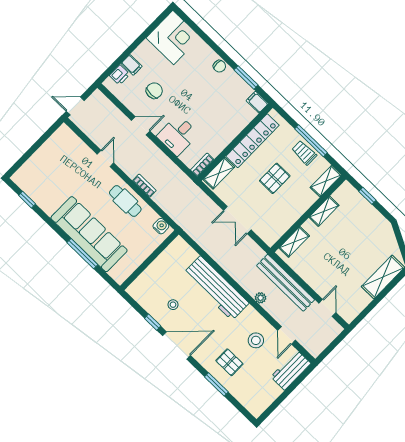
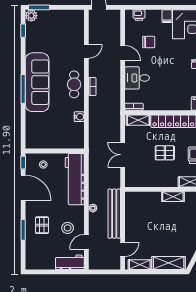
filing cabinet: (132, 65) -> (167, 16), moved
window: (20, 163) -> (39, 7), added
plant: (20, 178) -> (31, 16), added
shelving: (294, 242) -> (140, 265), moved
wall: (149, 260) -> (55, 151), moved

